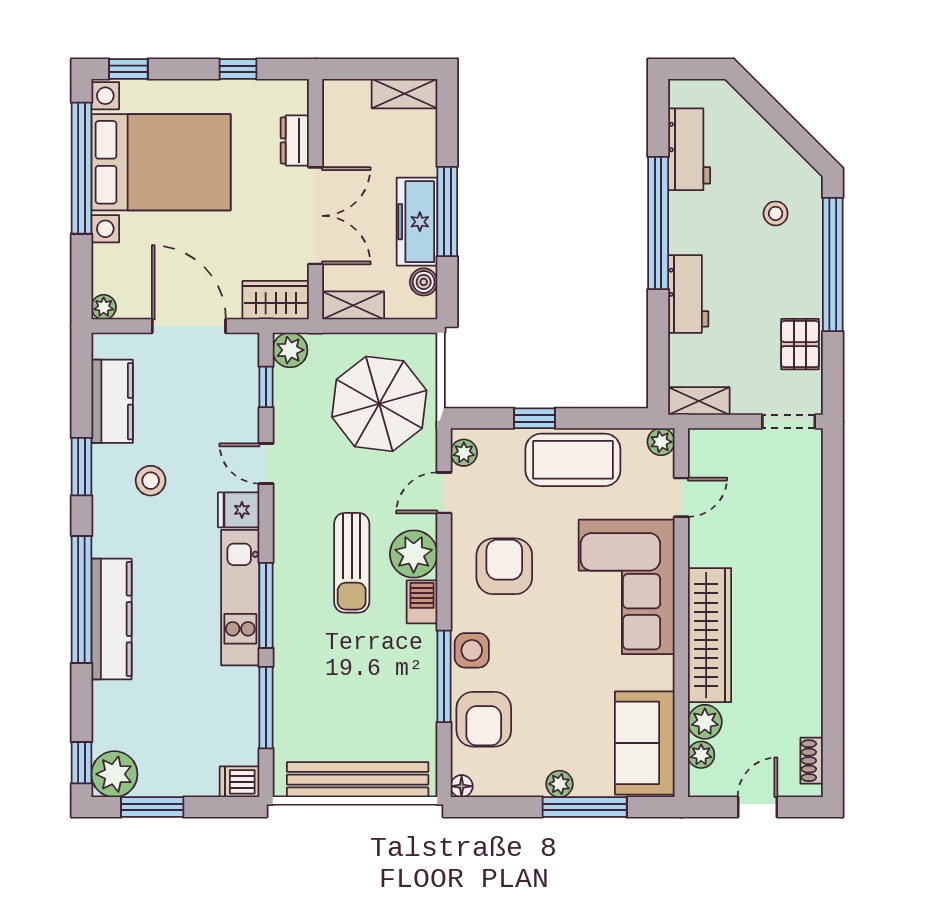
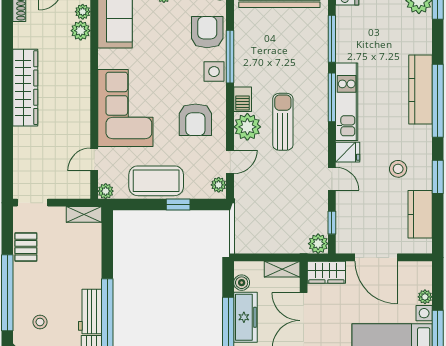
workbench: (688, 294) -> (90, 312), moved
plant: (104, 307) -> (425, 297), moved
parasol: (379, 404) -> (267, 213), removed
wardrobe: (709, 635) -> (25, 88), moved, turned 180

